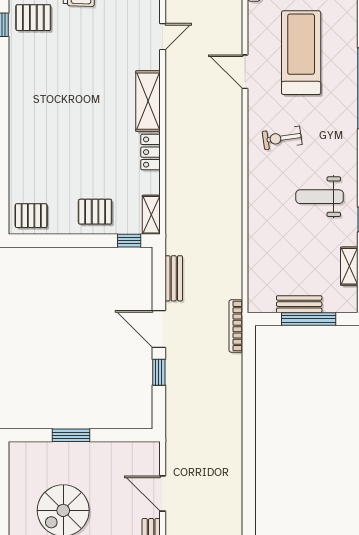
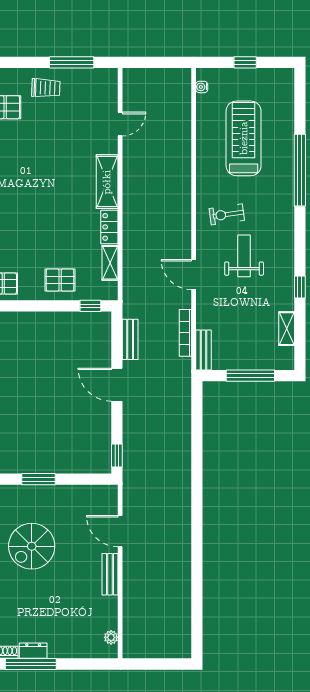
door: (245, 72) -> (194, 275), moved
weight bench: (320, 197) -> (244, 256), moved, turned 90
shelving: (151, 215) -> (110, 263), moved
bench: (299, 304) -> (204, 350), moved, turned 90
bookcase: (236, 326) -> (185, 333), moved
window: (159, 372) -> (117, 455), moved

